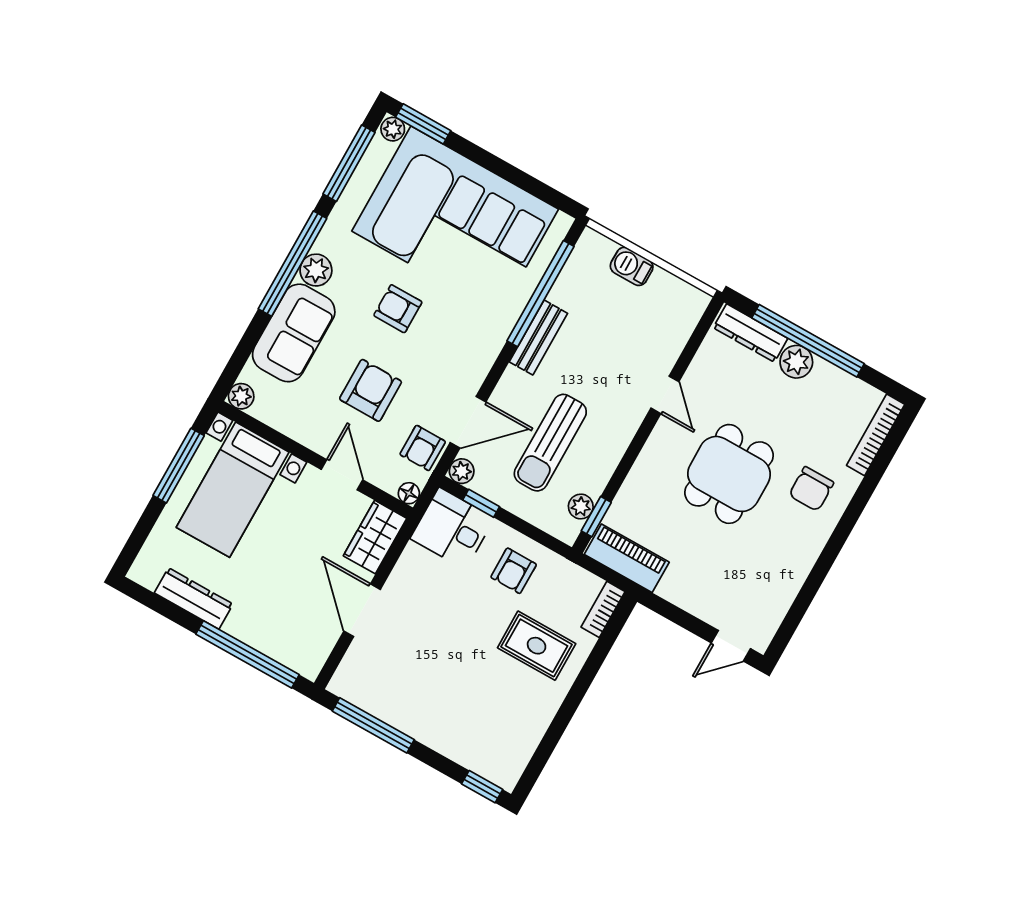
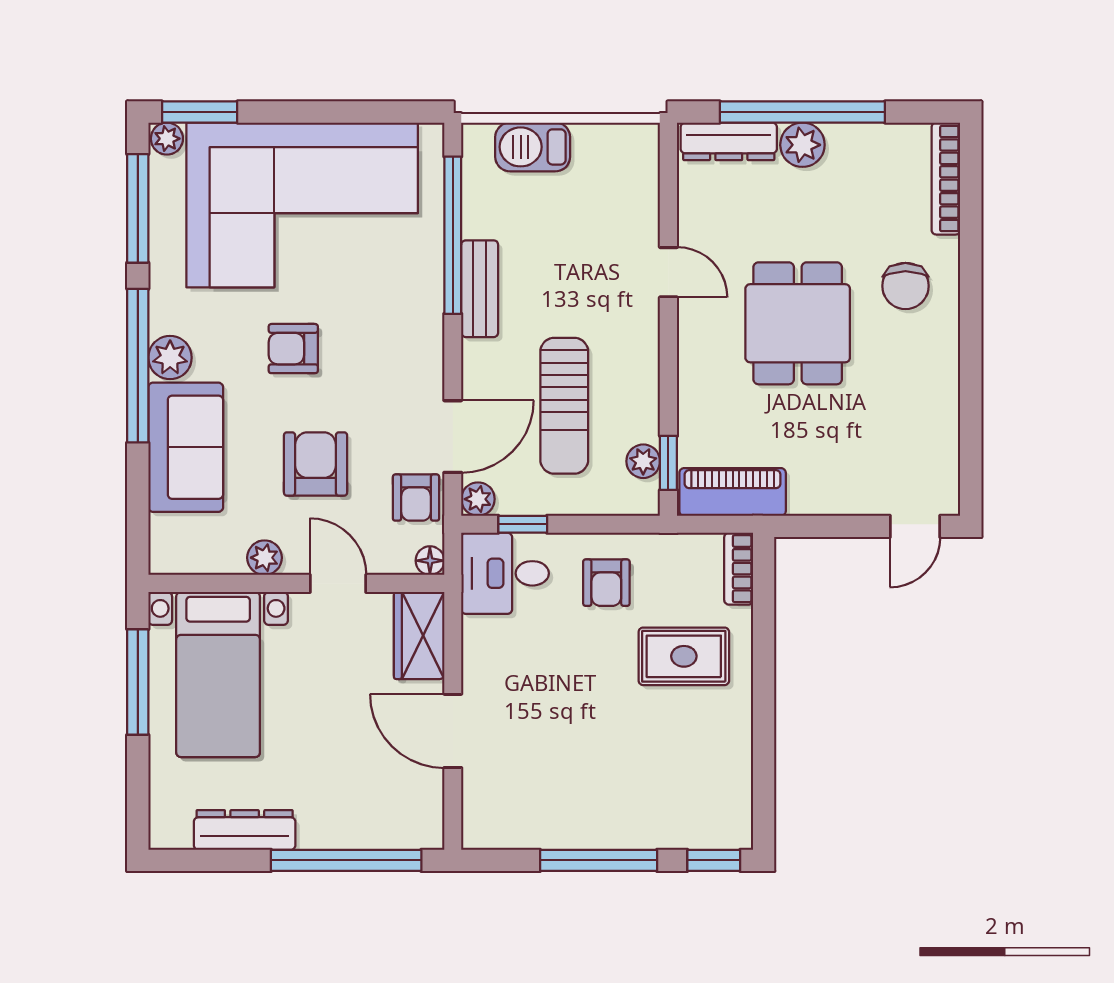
barbecue: (632, 266) -> (533, 147), width x1.38, depth x1.27
plant: (241, 396) -> (265, 558), moved
window: (373, 725) -> (599, 860), moved

